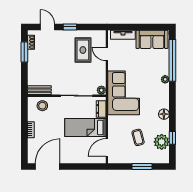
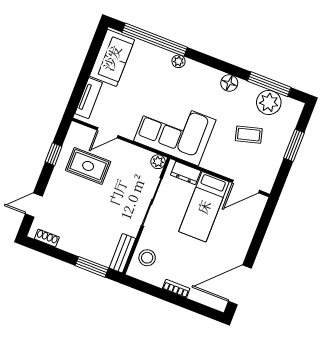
window: (70, 27) -> (54, 154), moved
window: (24, 52) -> (92, 267), moved
window: (172, 138) -> (269, 84), width x2.17
door: (107, 148) -> (246, 186), hinge flipped
door: (48, 167) -> (240, 285), hinge flipped

